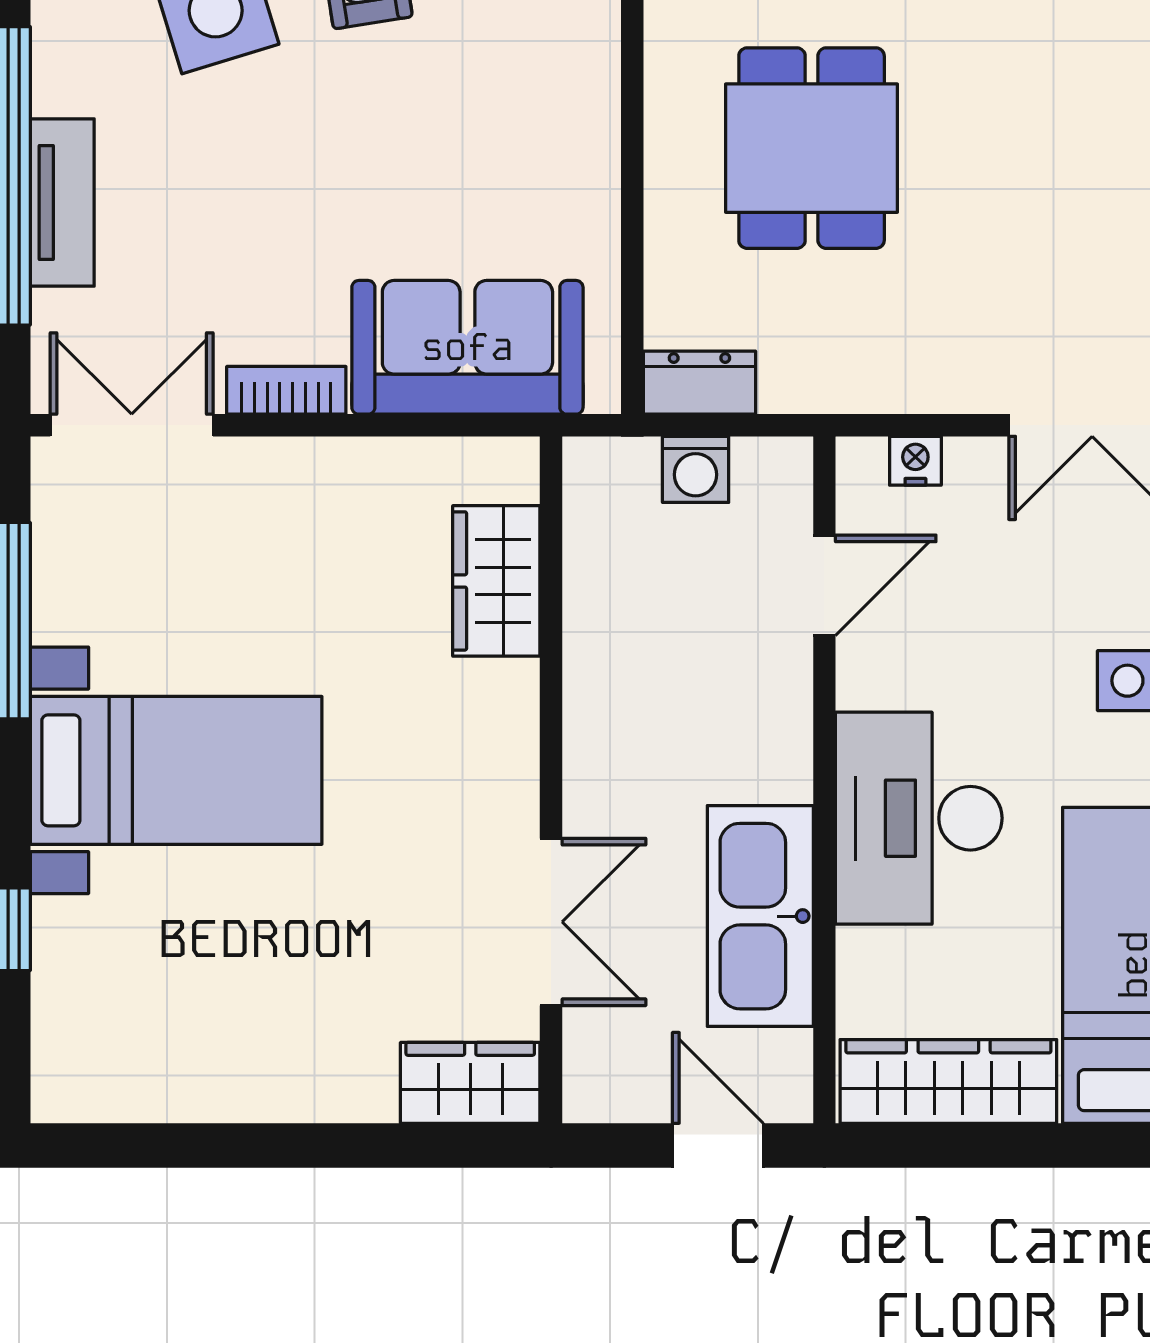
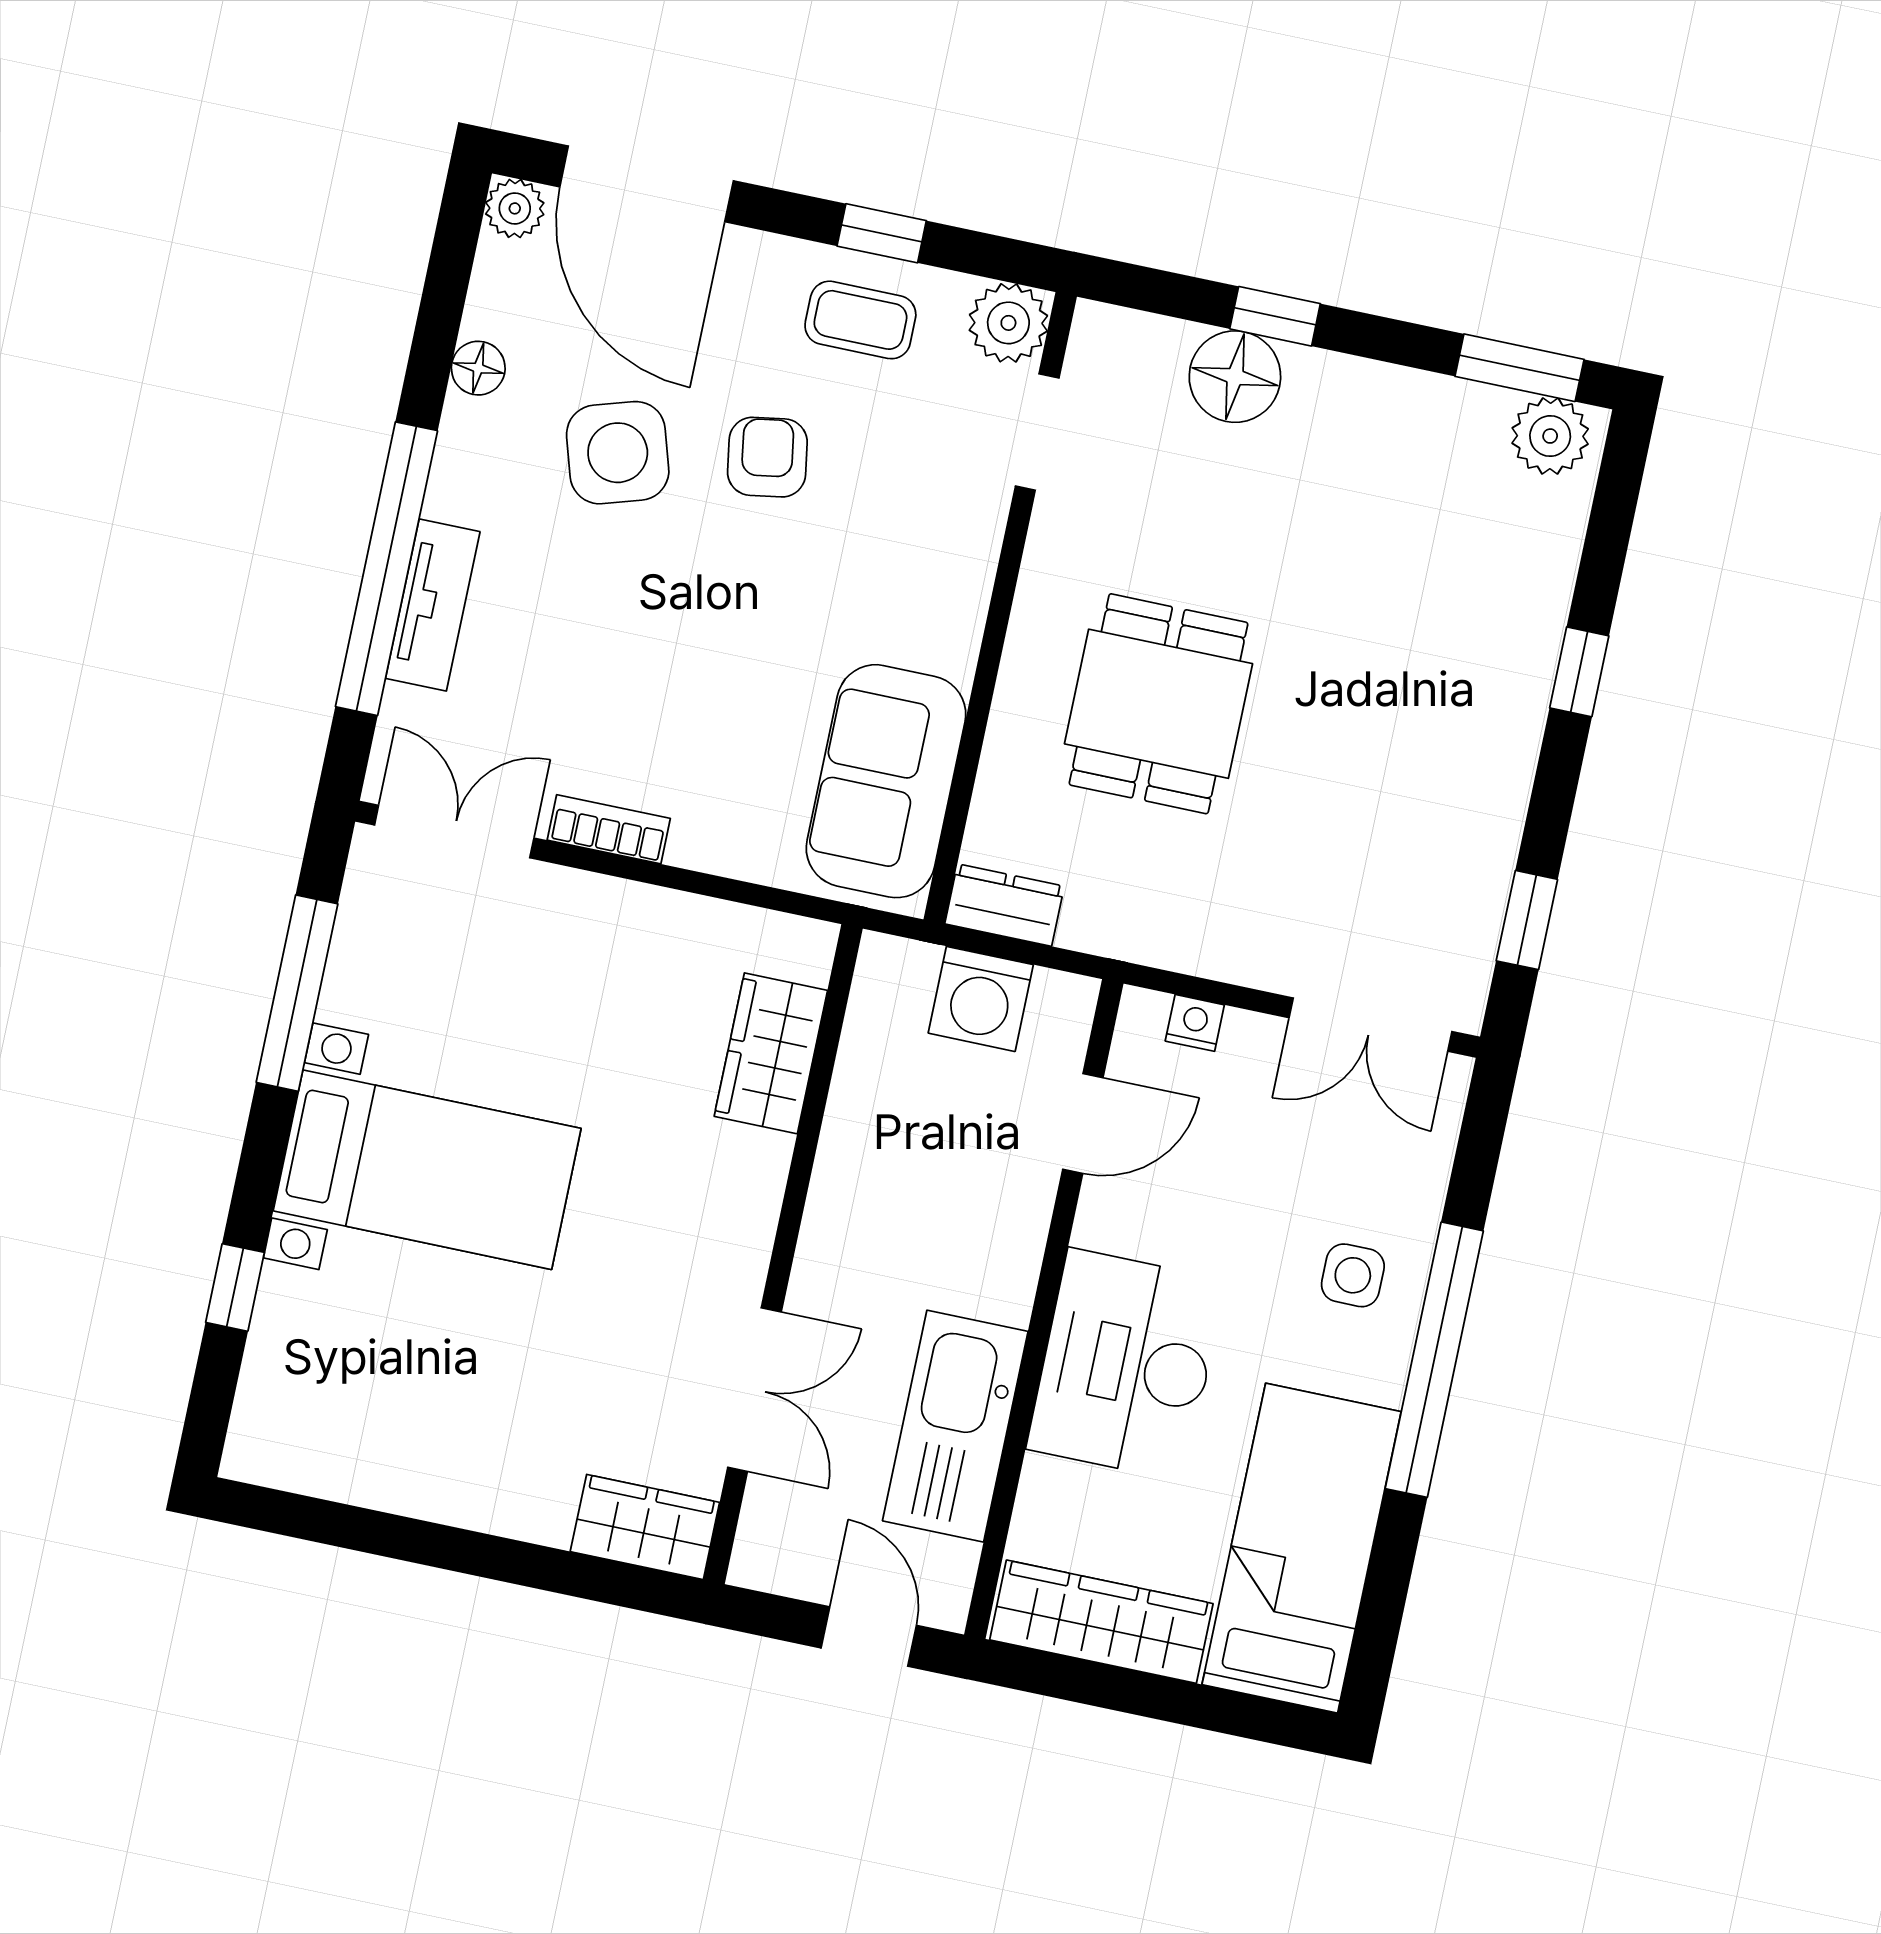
sofa: (467, 347) -> (886, 781), moved, turned -90
washing machine: (696, 469) -> (981, 999), width x1.38, depth x1.38

